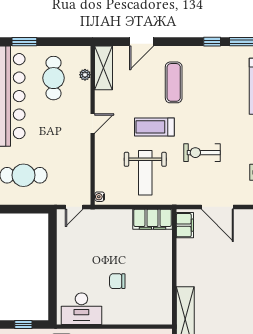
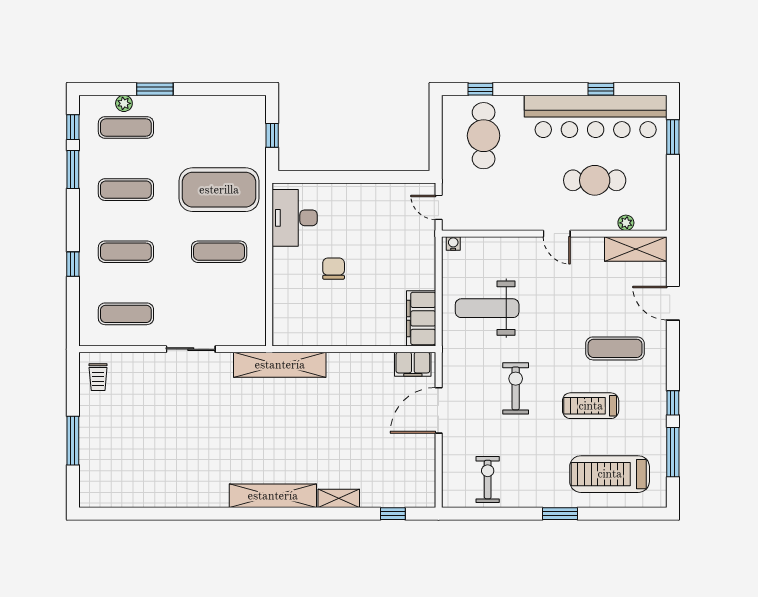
cafe table: (54, 78) -> (595, 180), moved
treadmill: (154, 127) -> (591, 406), moved, turned -90

